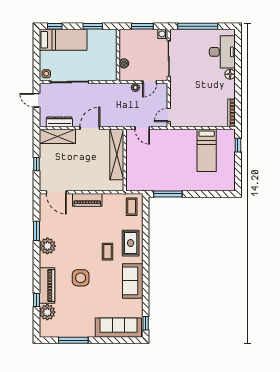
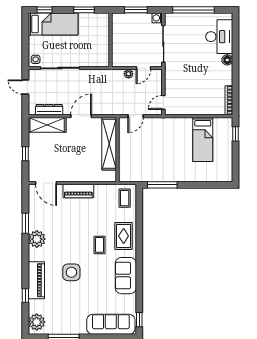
boiler: (124, 63) -> (117, 49), removed
door: (142, 128) -> (136, 116), hinge flipped
plant: (47, 312) -> (37, 322), moved

